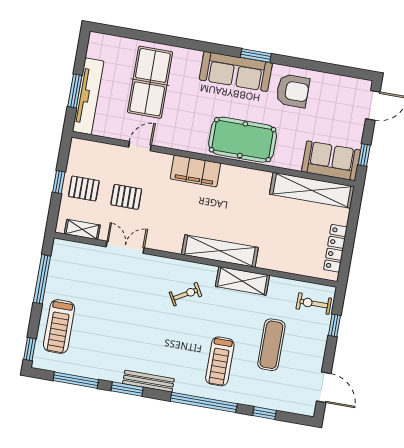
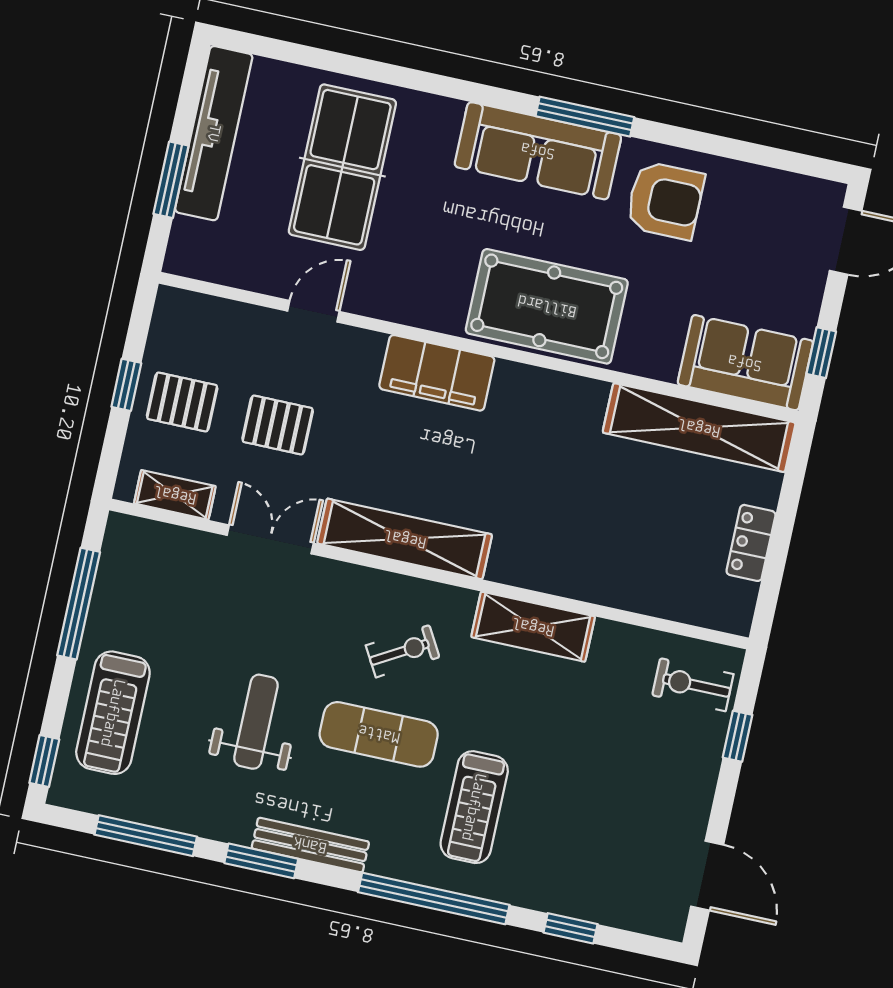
window: (256, 55) -> (585, 117), width x1.44
tv unit: (88, 96) -> (214, 133), moved
locker: (335, 248) -> (751, 543), width x0.66
shelving: (220, 251) -> (405, 539), moved
weight bench: (122, 328) -> (256, 722), added
exercise mat: (271, 345) -> (379, 734), moved, turned 90

